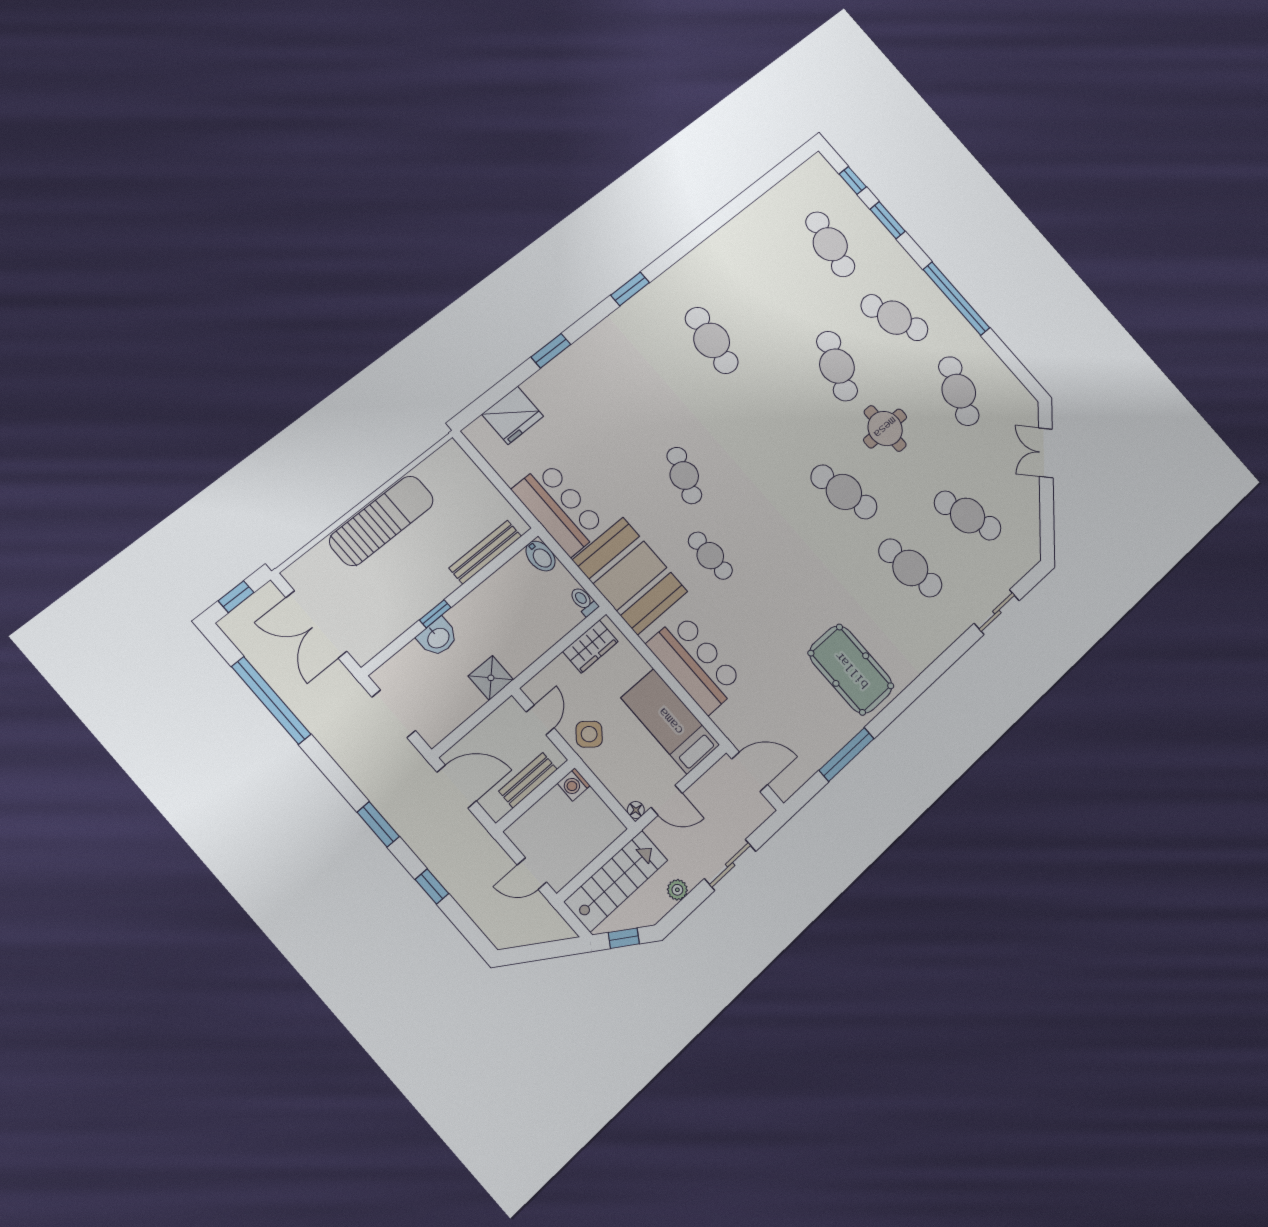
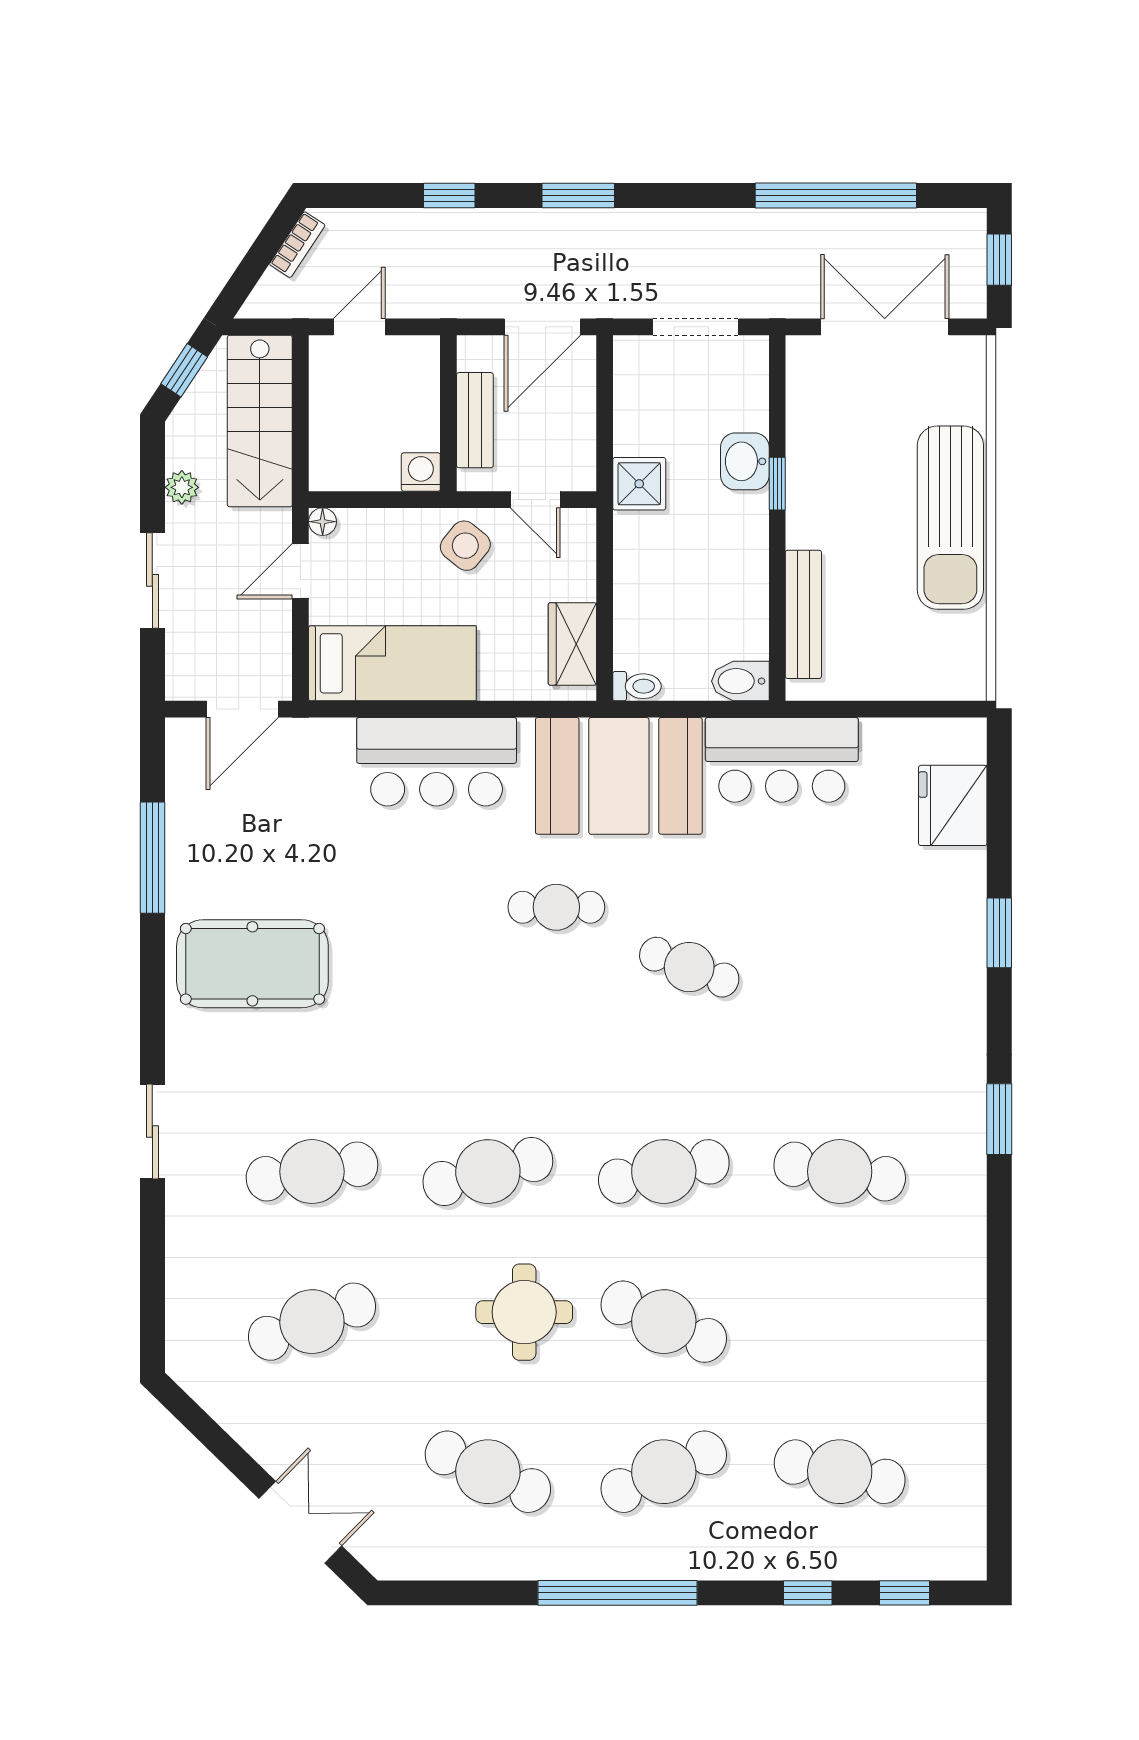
window: (888, 220) -> (808, 1593), width x0.67
cafe table: (778, 416) -> (664, 1172), added
sliding door: (997, 612) -> (152, 1131), moved
bookcase: (519, 938) -> (297, 245), added

